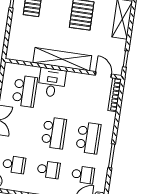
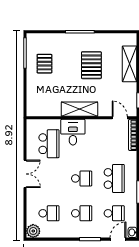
shelving: (62, 59) -> (79, 109), width x0.68
school desk: (54, 133) -> (82, 178), width x0.54

